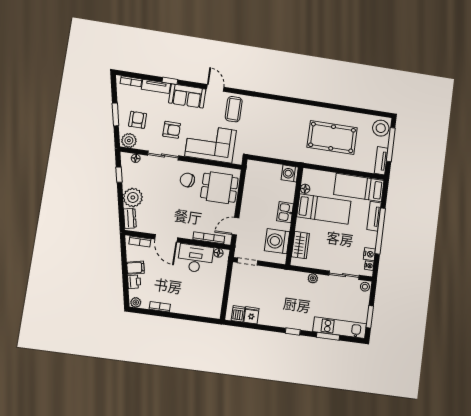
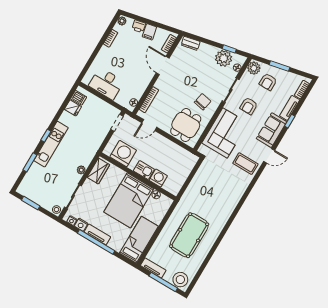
armchair: (138, 120) -> (268, 82), turned 90
washing machine: (290, 173) -> (158, 178), moved
plant: (133, 197) -> (224, 58), moved
bed: (324, 209) -> (129, 200), width x1.50
tv unit: (374, 216) -> (97, 234), moved
door: (236, 226) -> (149, 125), swing flipped
door: (166, 238) -> (163, 66), hinge flipped
wardrobe: (300, 245) -> (98, 171), moved, turned -90
desk: (195, 258) -> (106, 84), moved, turned 90
kitchen unit: (340, 328) -> (51, 144), moved

